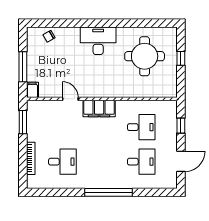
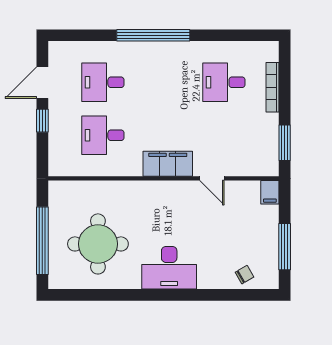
window: (181, 58) -> (42, 241), width x3.17
window: (23, 67) -> (285, 247), moved
window: (181, 126) -> (42, 121), moved

